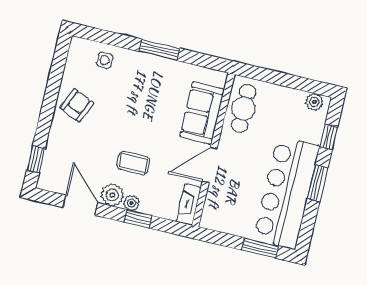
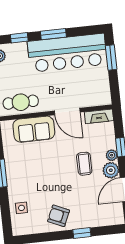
window: (36, 159) -> (82, 233), moved

